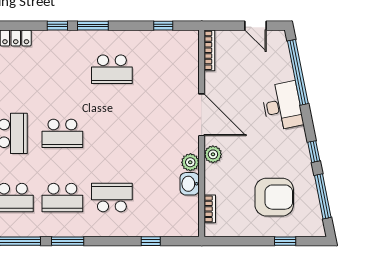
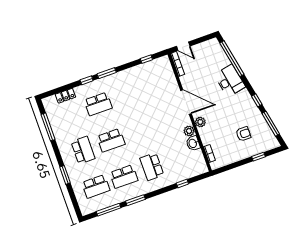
door: (256, 26) -> (183, 46), moved
school desk: (112, 69) -> (98, 104), moved
armchair: (274, 197) -> (243, 134), width x0.53, depth x0.53
school desk: (112, 198) -> (152, 167), turned -90

